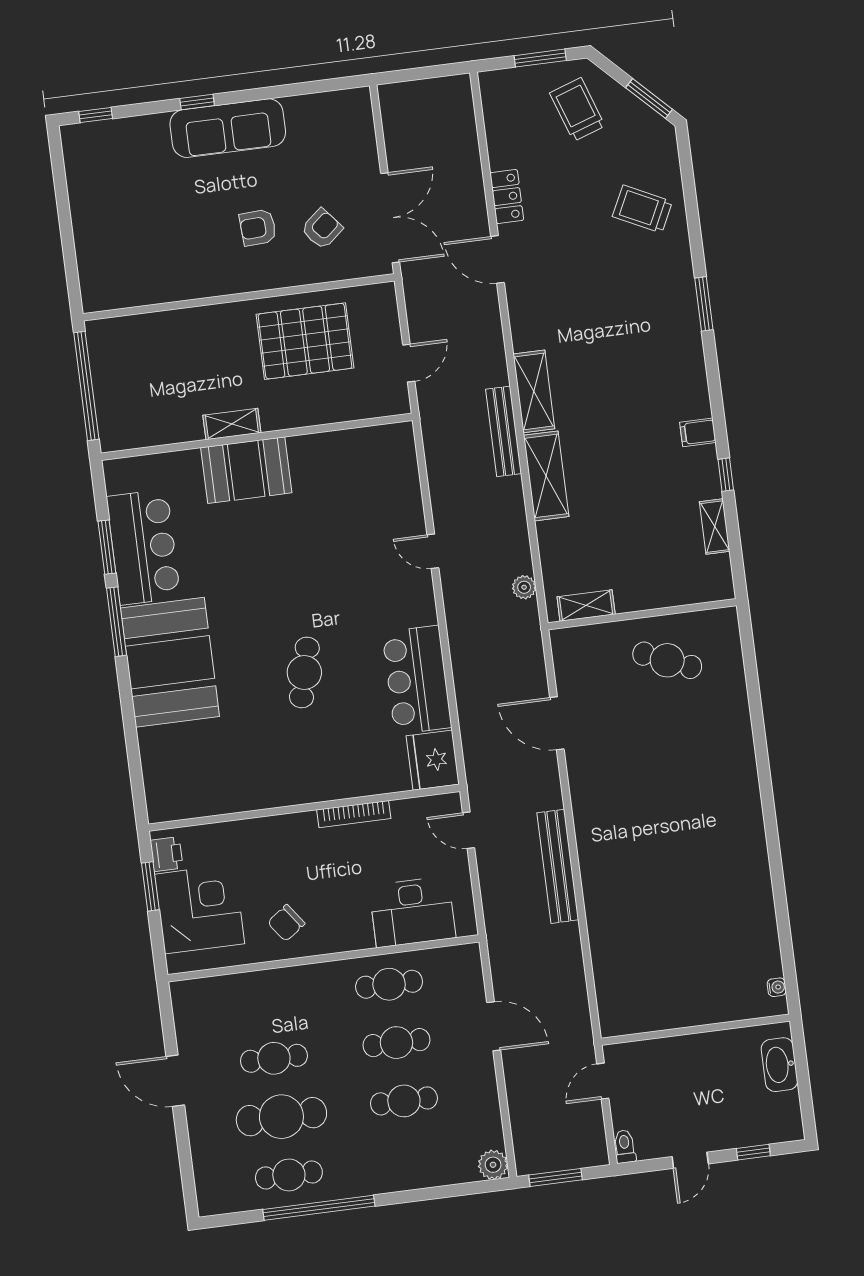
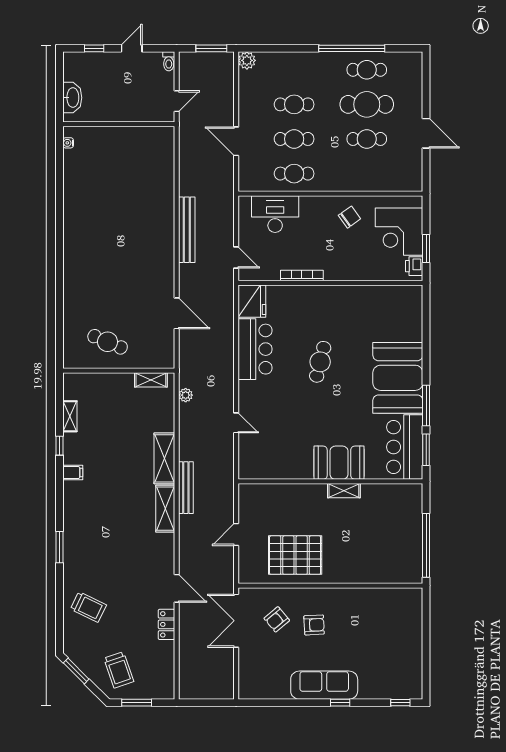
shelving: (232, 424) -> (344, 491), moved
wall: (257, 437) -> (330, 481), moved
booth: (246, 470) -> (339, 463), moved

